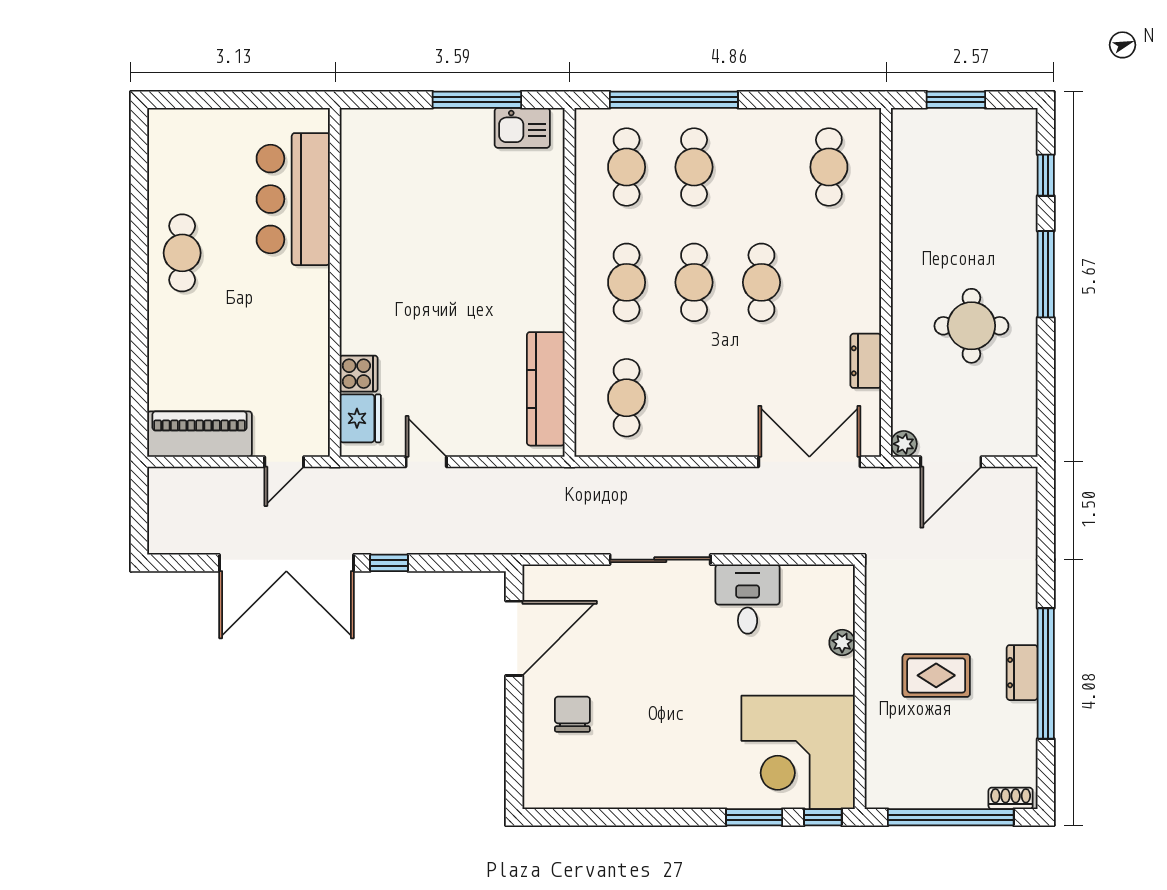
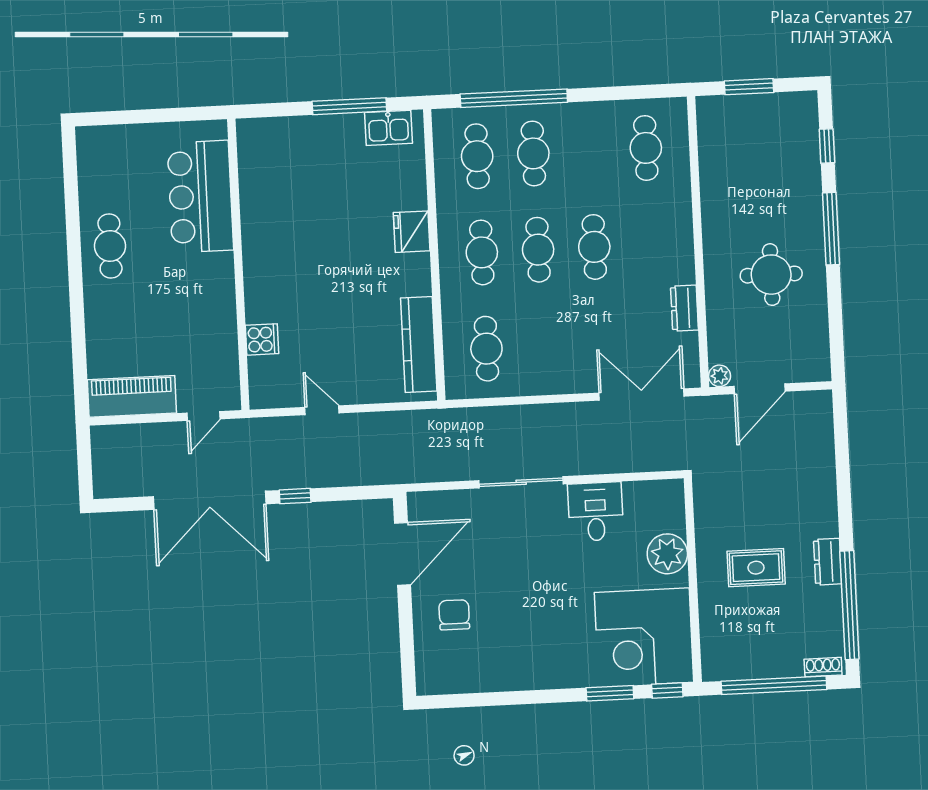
fridge: (360, 418) -> (412, 232), moved, turned 180
plant: (842, 643) -> (667, 554), width x1.88, depth x1.88
window: (1046, 673) -> (849, 605), moved

